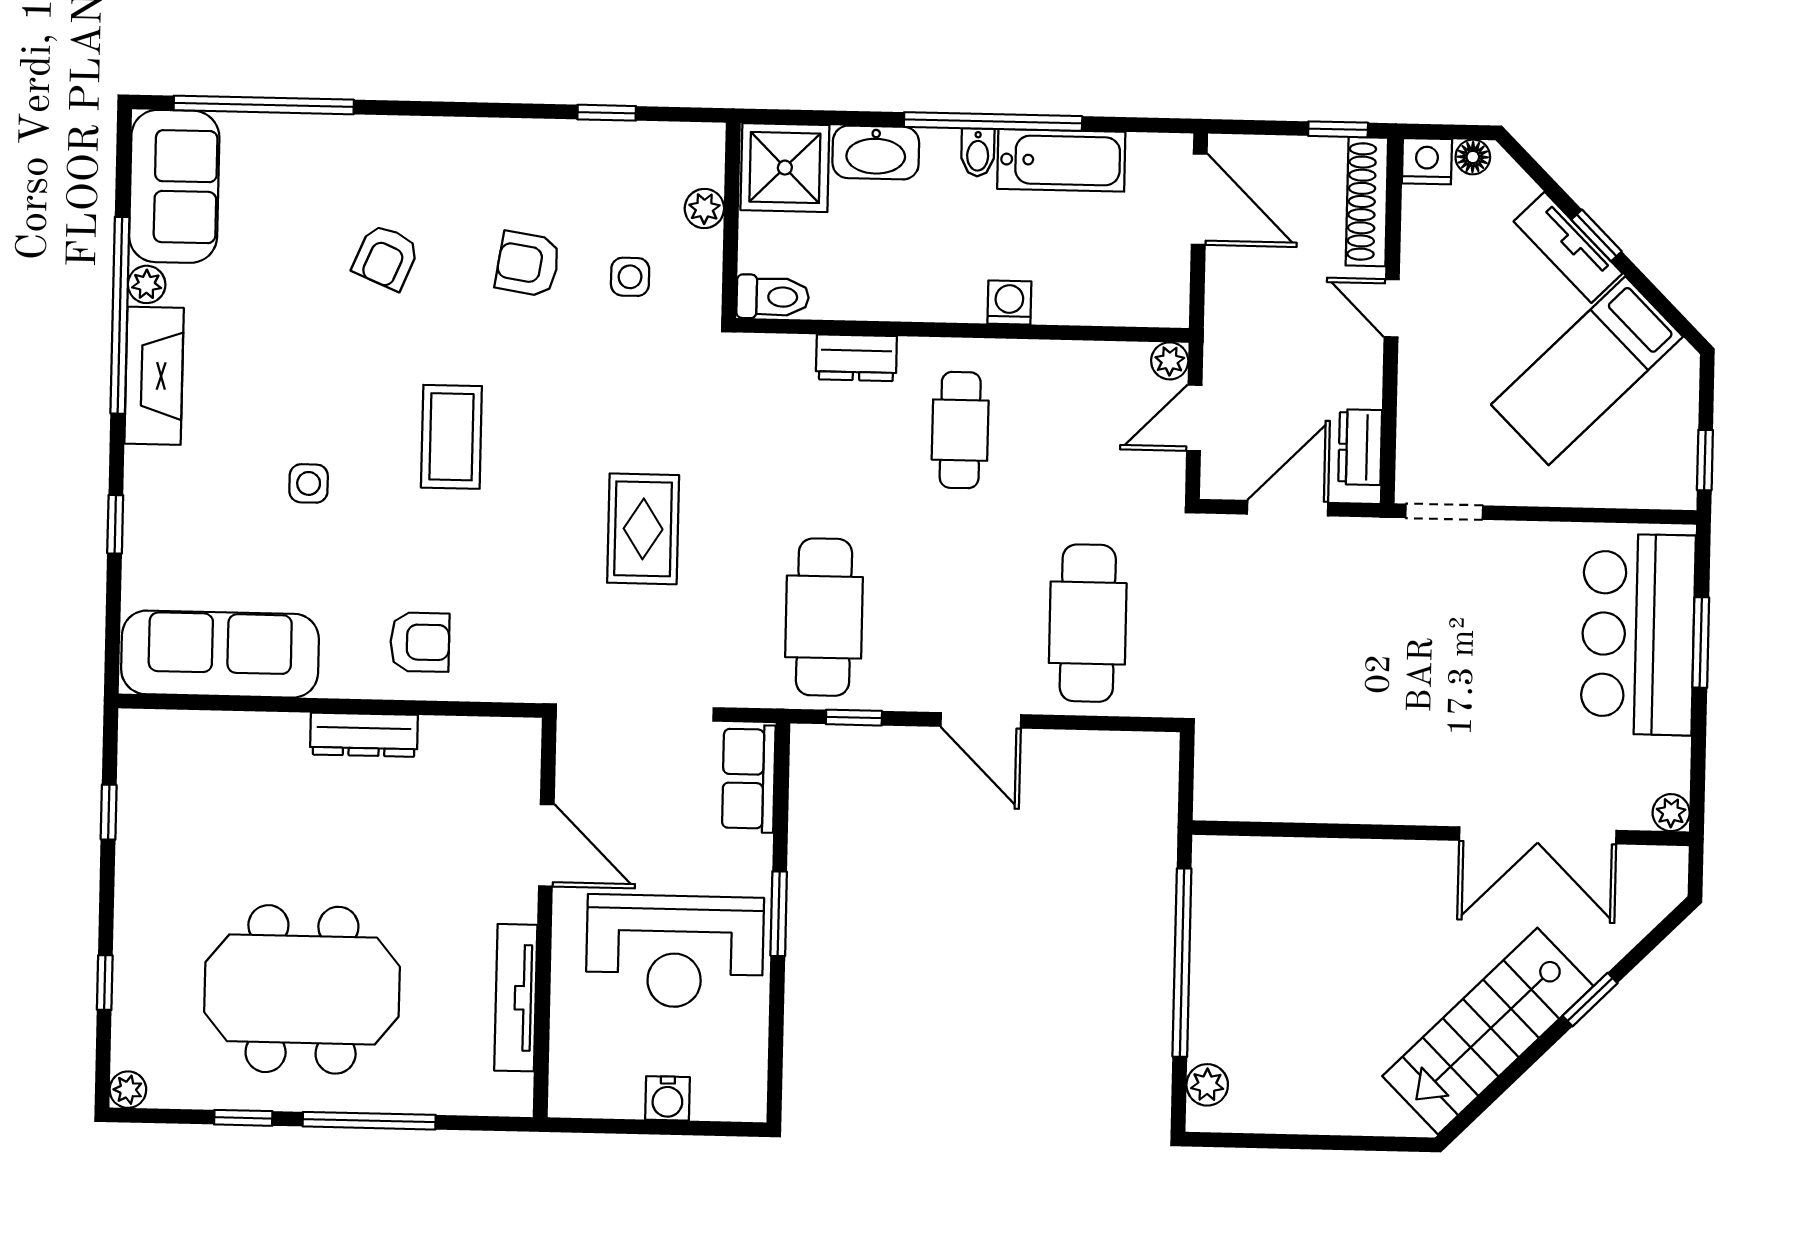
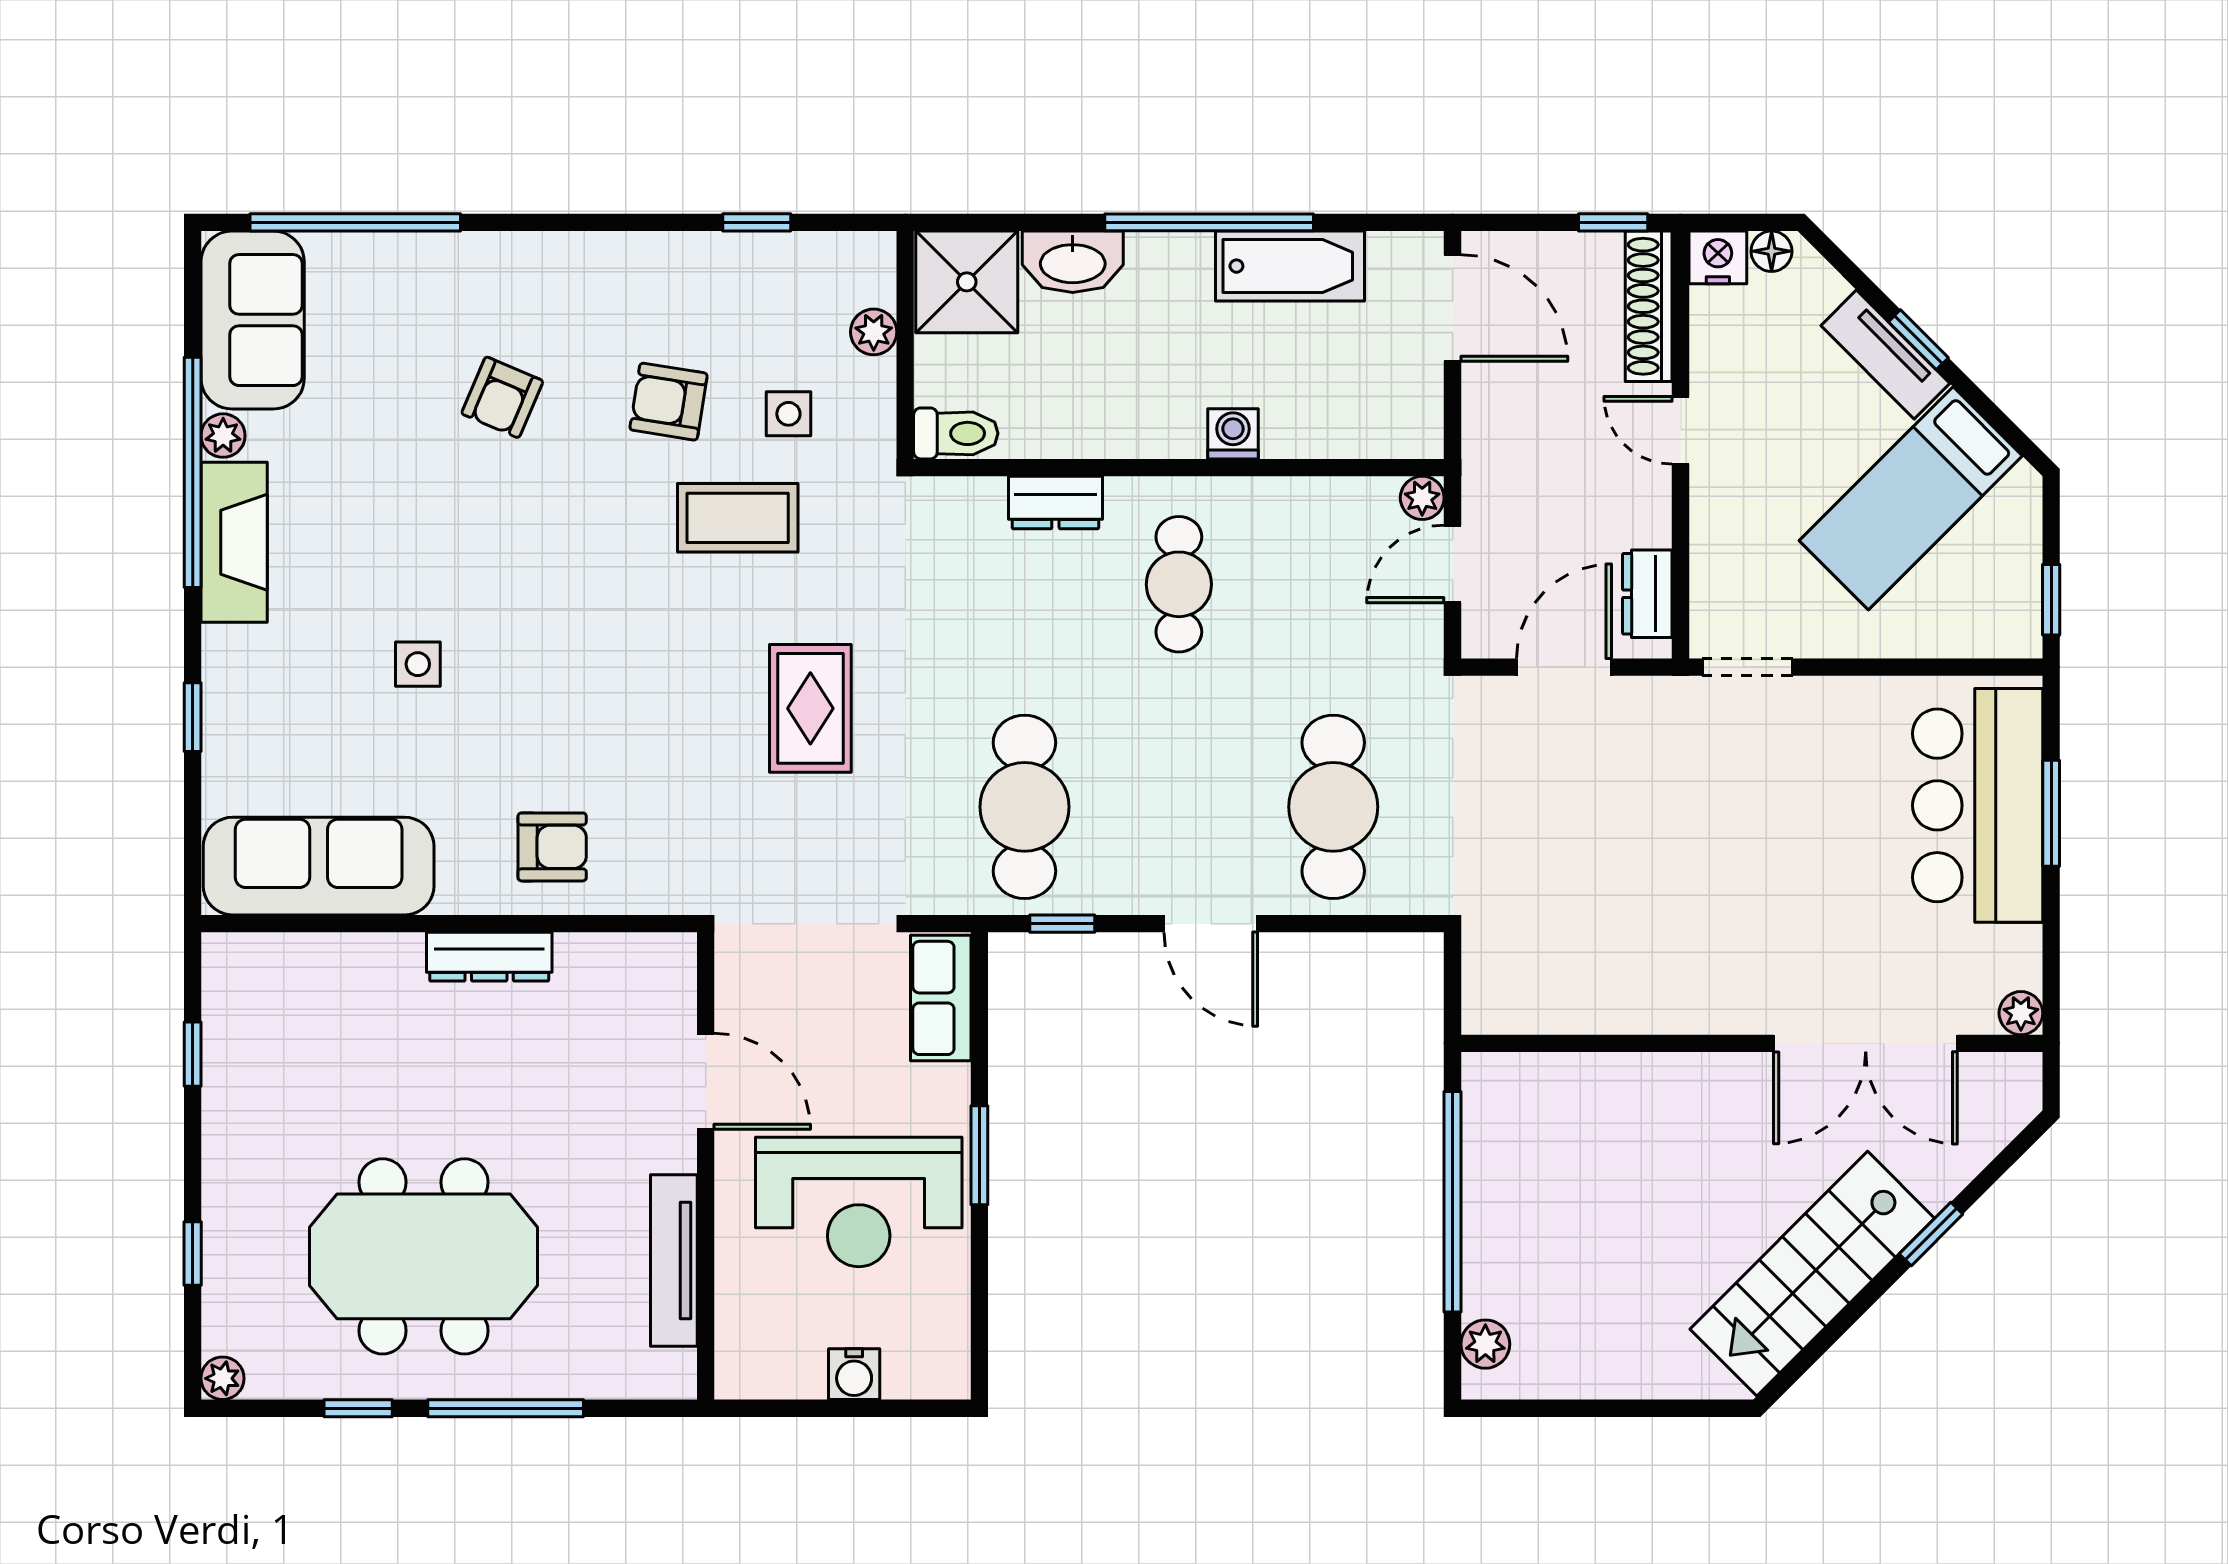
bidet: (978, 152) -> (1192, 259), removed
coffee table: (451, 437) -> (738, 518), moved, turned 90

